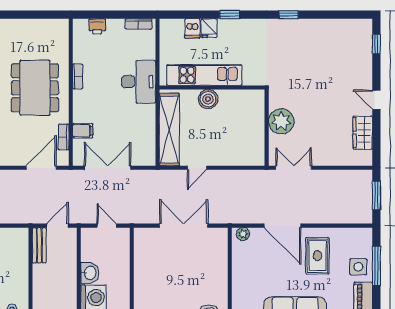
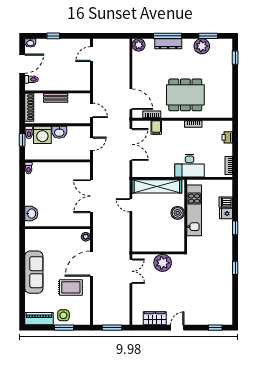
double door: (184, 226) -> (91, 196), swing flipped
bench: (39, 245) -> (56, 98), moved
window: (376, 266) -> (64, 328), width x0.69

